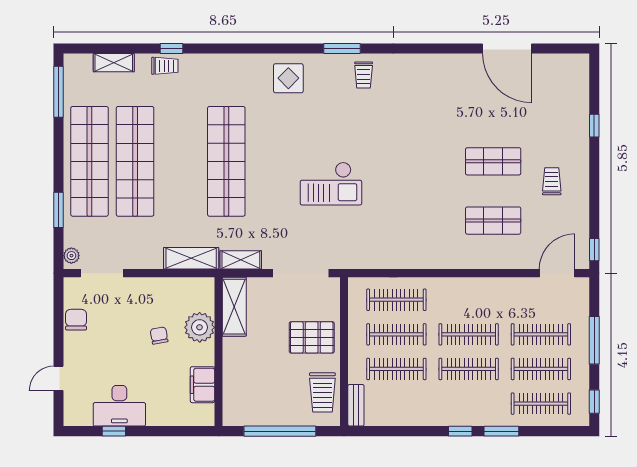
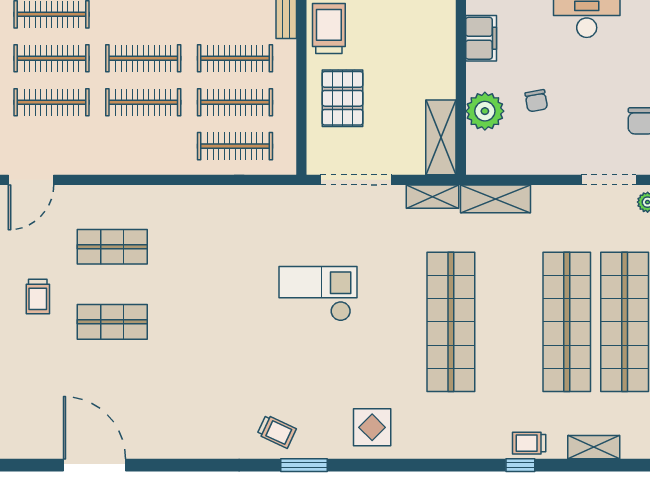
trolley: (364, 75) -> (277, 432), turned 115
pallet: (312, 337) -> (342, 98), turned 90

